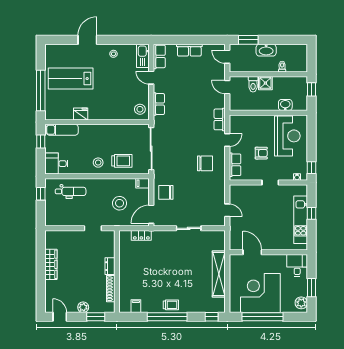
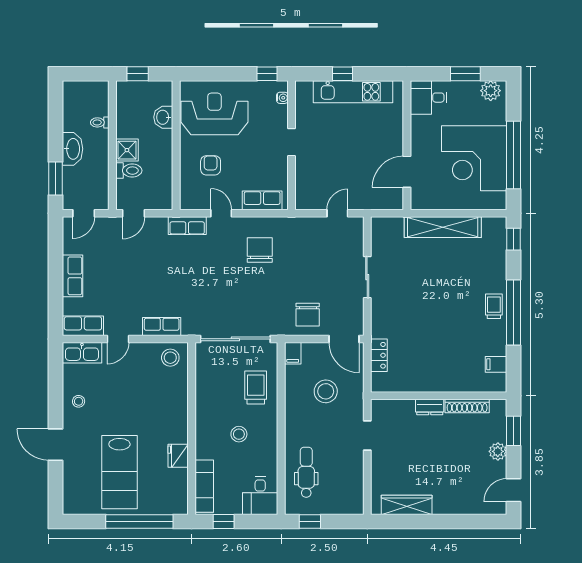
armchair: (261, 153) -> (211, 165), moved
stool: (98, 163) -> (239, 434), moved
wardrobe: (51, 264) -> (407, 505), moved

